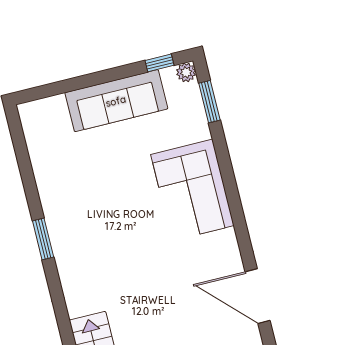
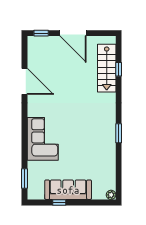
window: (159, 63) -> (59, 202), moved
plant: (186, 72) -> (111, 195), moved

